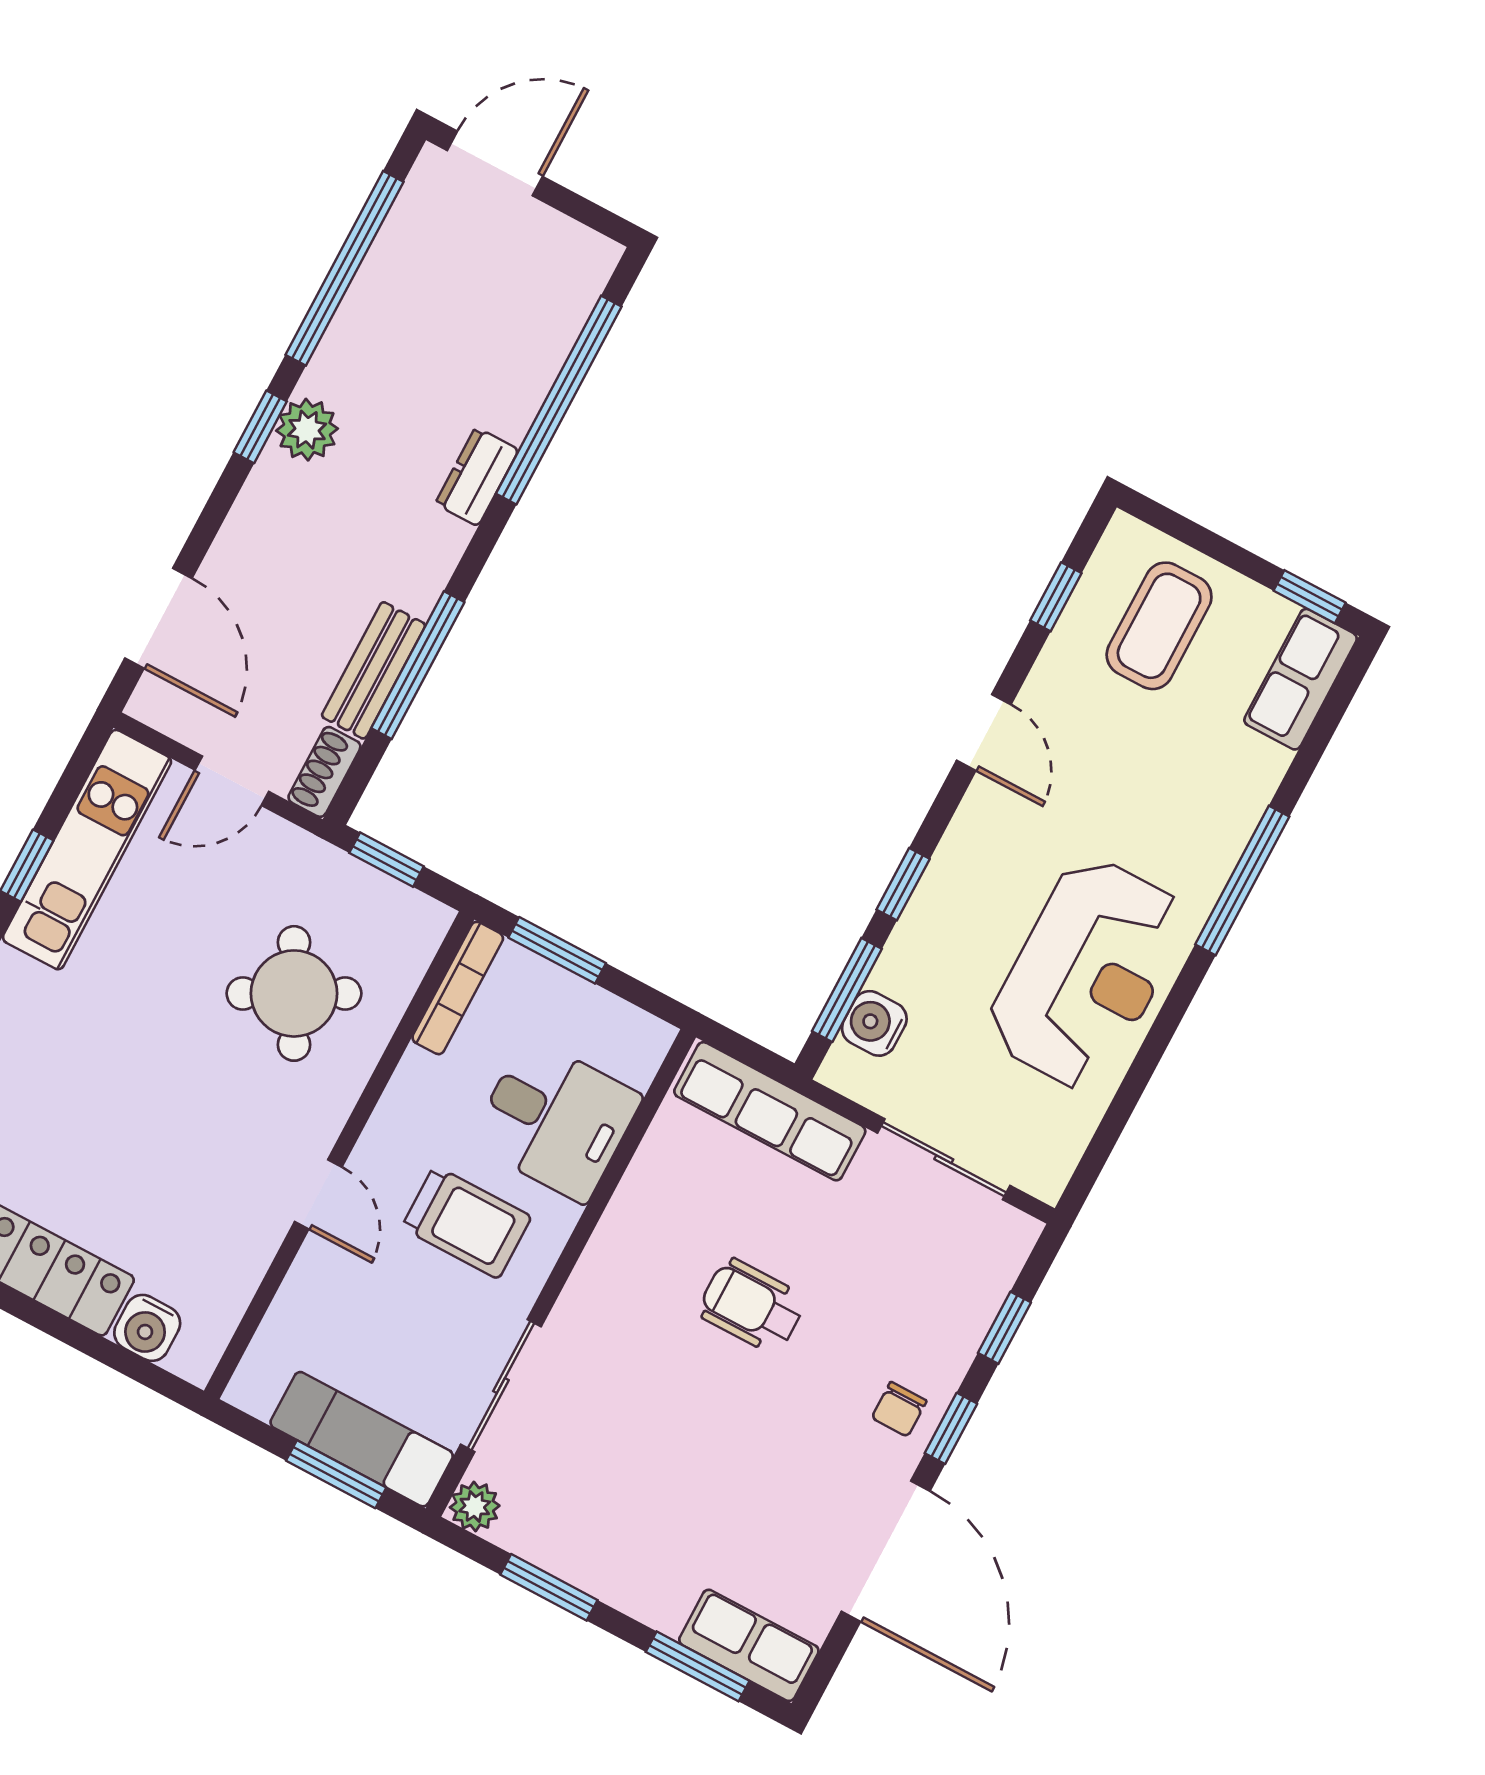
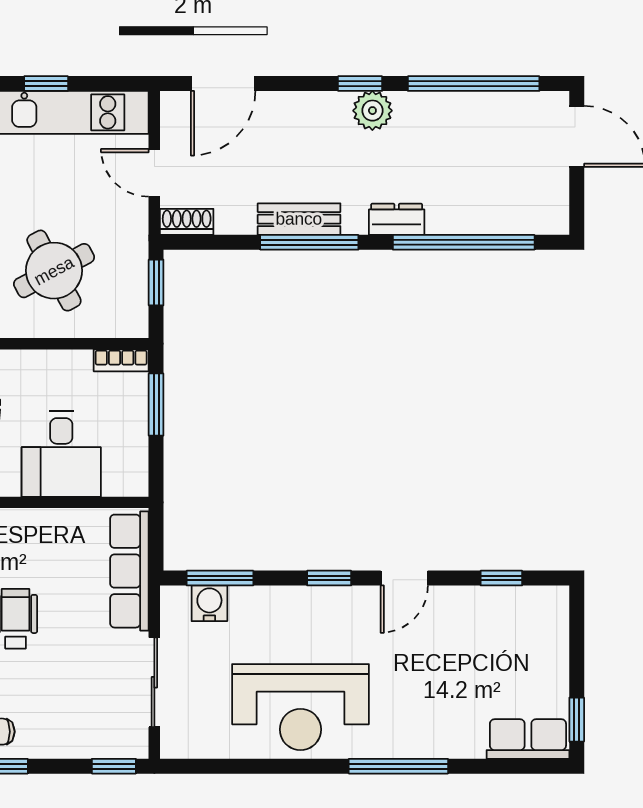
coffee table: (1159, 626) -> (516, 644), removed
window: (418, 665) -> (309, 242), moved
bench: (373, 670) -> (299, 219), moved
window: (903, 884) -> (329, 578), moved
bookcase: (458, 988) -> (121, 360), width x0.64
window: (1004, 1328) -> (114, 766), moved

